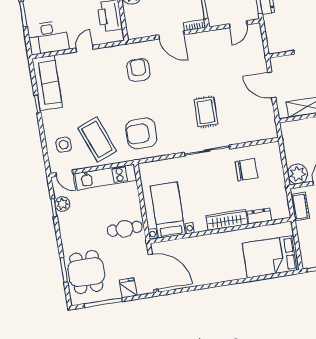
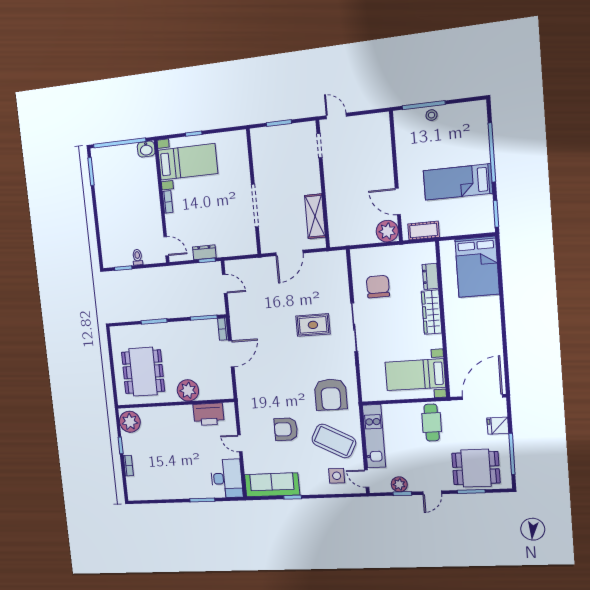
armchair: (138, 70) -> (286, 429), moved
coffee table: (97, 140) -> (334, 441), turned 49
door: (64, 173) -> (367, 479), swing flipped
door: (58, 235) -> (432, 493), added

